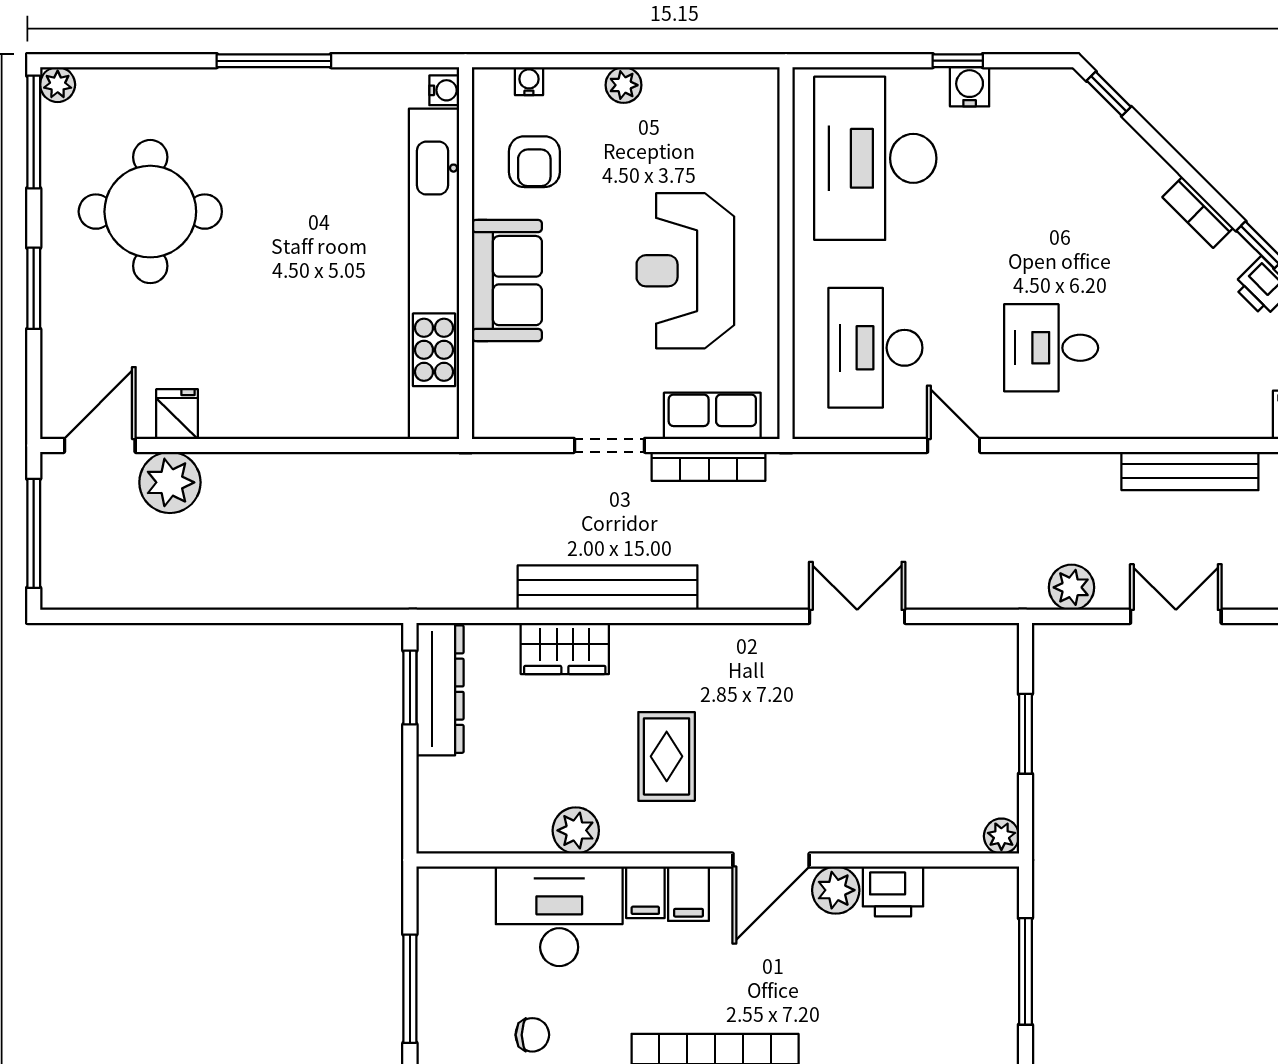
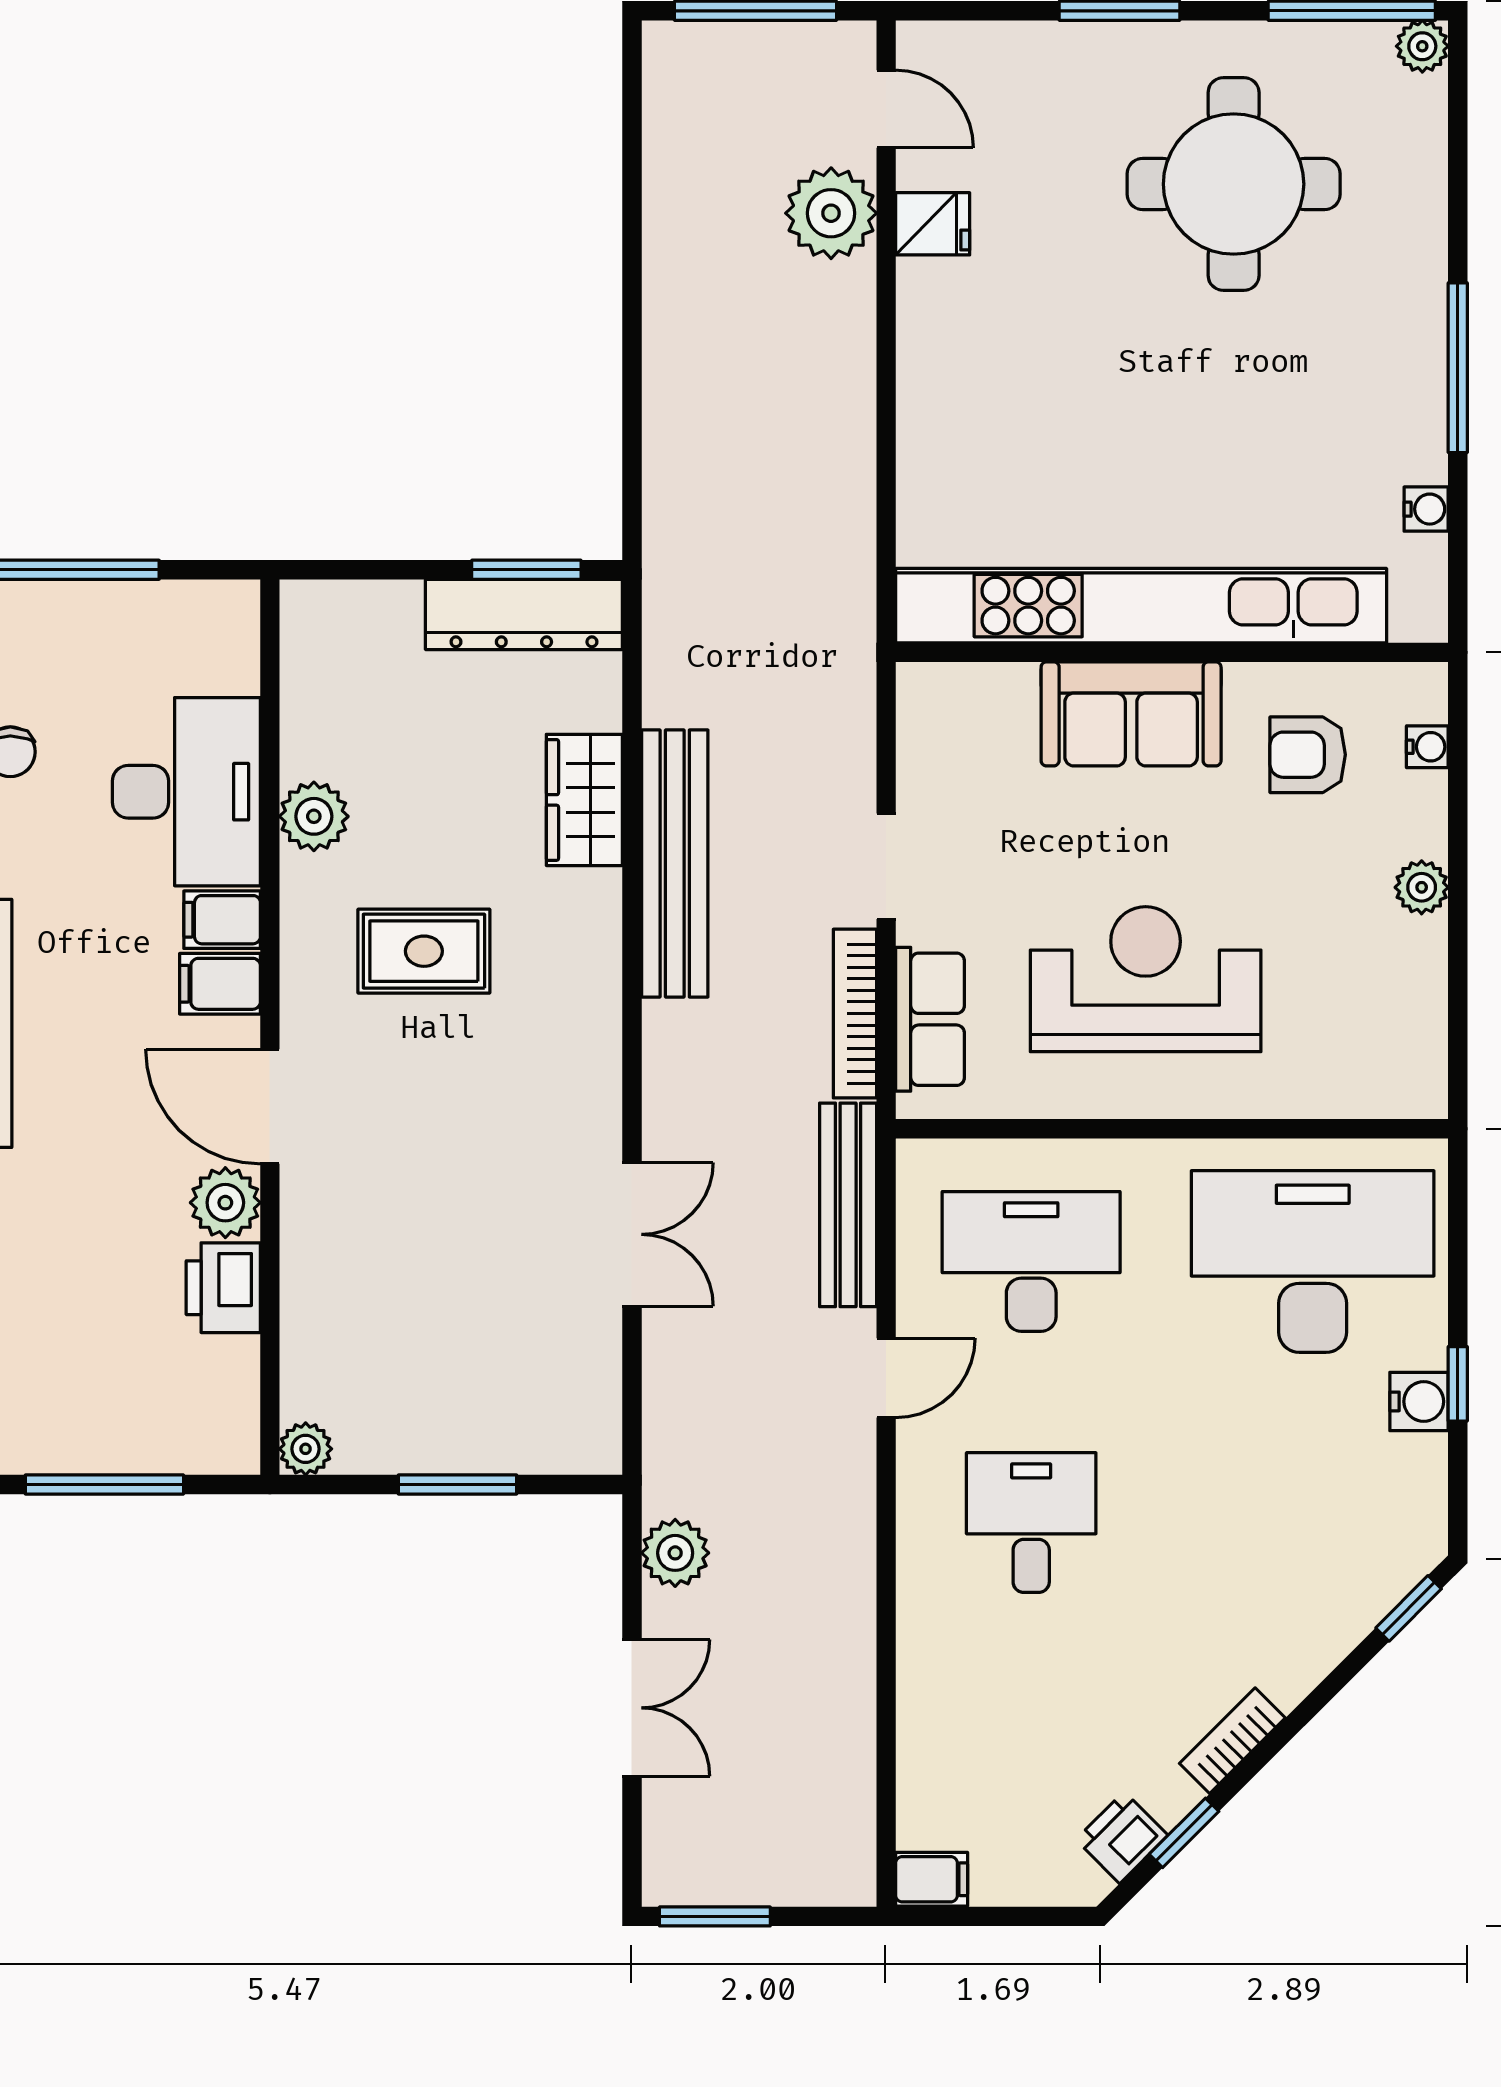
water cooler: (444, 90) -> (1426, 509), moved, turned -90
door: (100, 445) -> (886, 109), width x0.73
bench: (1190, 471) -> (848, 1205), moved

